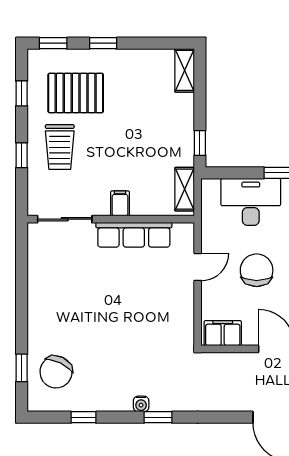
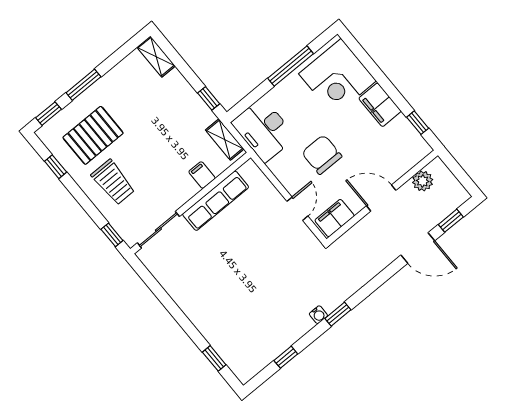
window: (103, 43) -> (83, 85), width x1.50
window: (22, 155) -> (112, 235), moved
desk: (251, 202) -> (264, 130), moved, turned -90
filing cabinet: (120, 203) -> (202, 175), moved
door: (198, 267) -> (297, 209), moved
chair: (56, 372) -> (241, 342), removed

